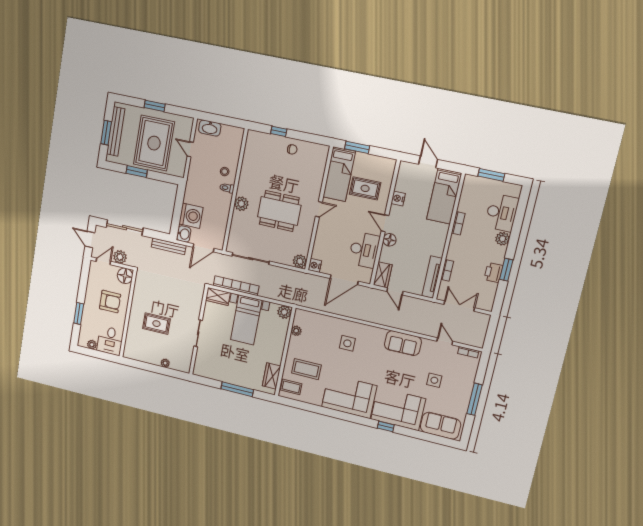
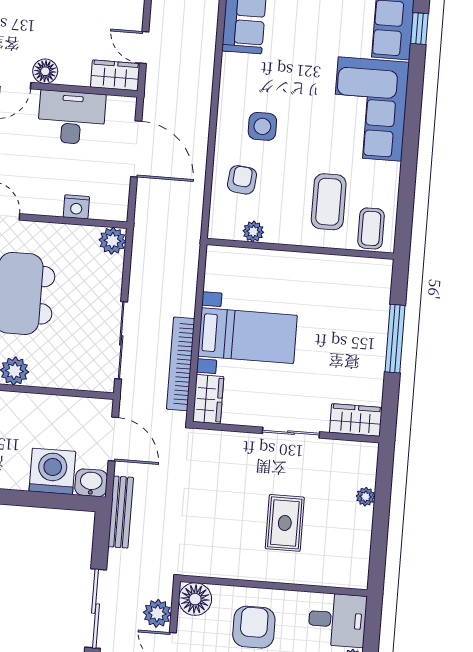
nightstand: (315, 265) -> (76, 207), moved
door: (395, 291) -> (144, 48), swing flipped
plant: (284, 312) -> (219, 260), removed
armchair: (322, 329) -> (242, 180), added
wardrobe: (272, 376) -> (356, 420), moved, turned 180

